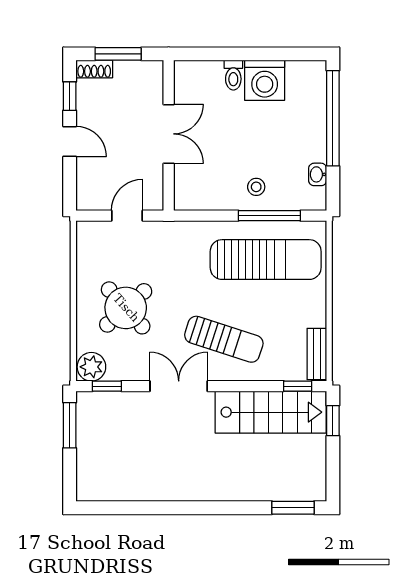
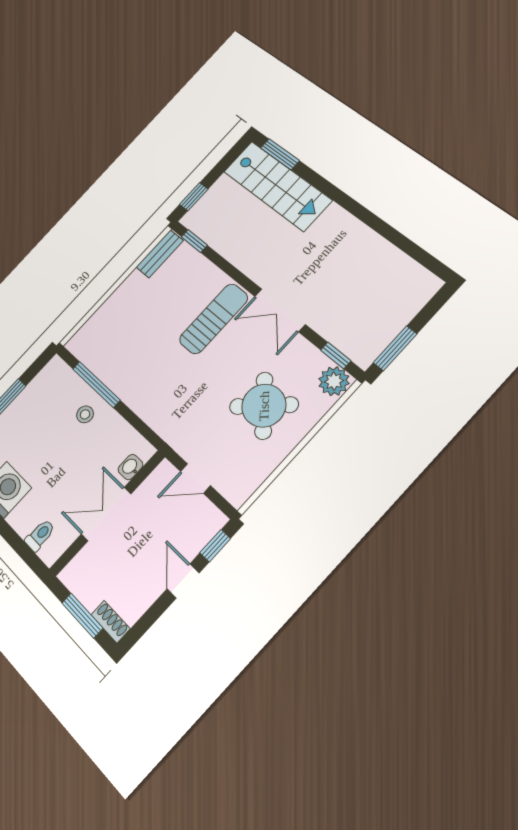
toilet: (233, 75) -> (40, 535), moved
window: (70, 96) -> (215, 546), moved
washbasin: (318, 174) -> (130, 467), moved, turned 180
sun lounger: (266, 260) -> (129, 354), removed
sun lounger: (224, 339) -> (214, 319), turned 72
stairs: (271, 412) -> (277, 186), moved, turned 180

